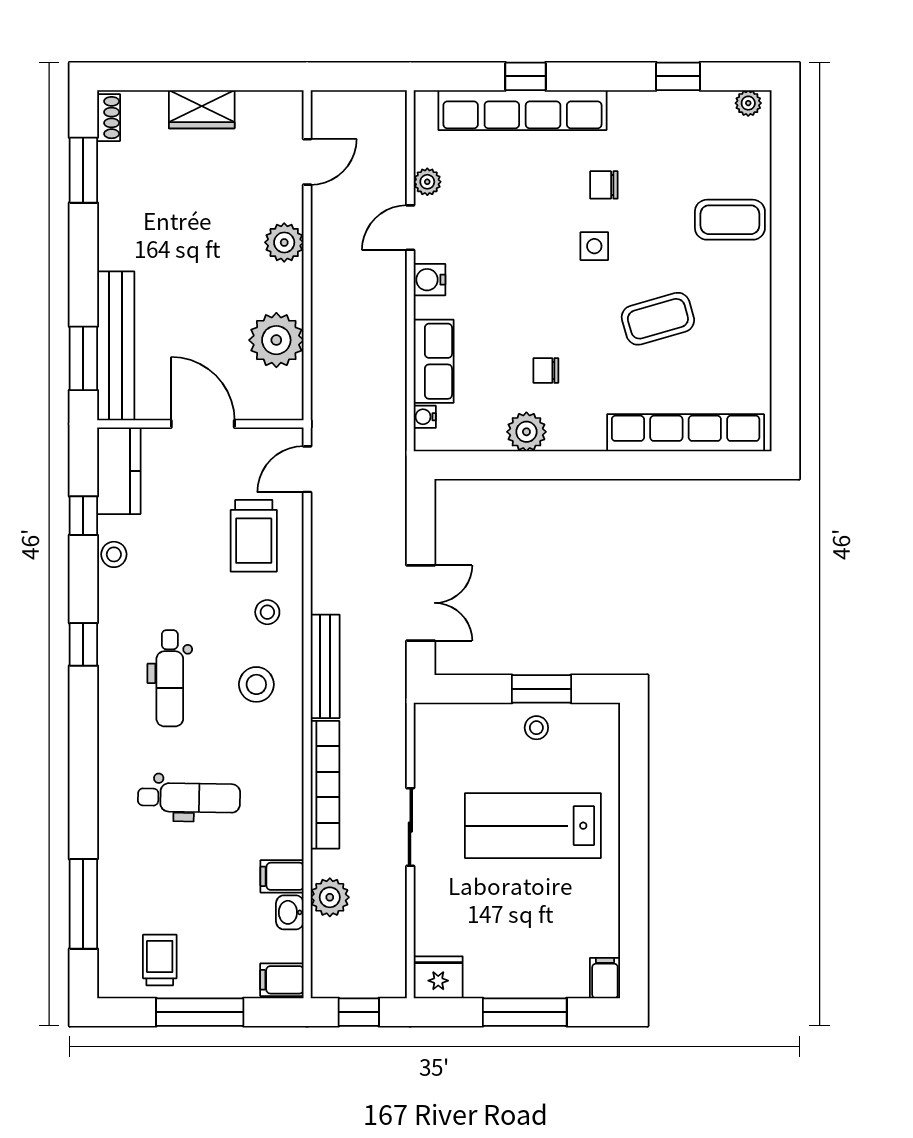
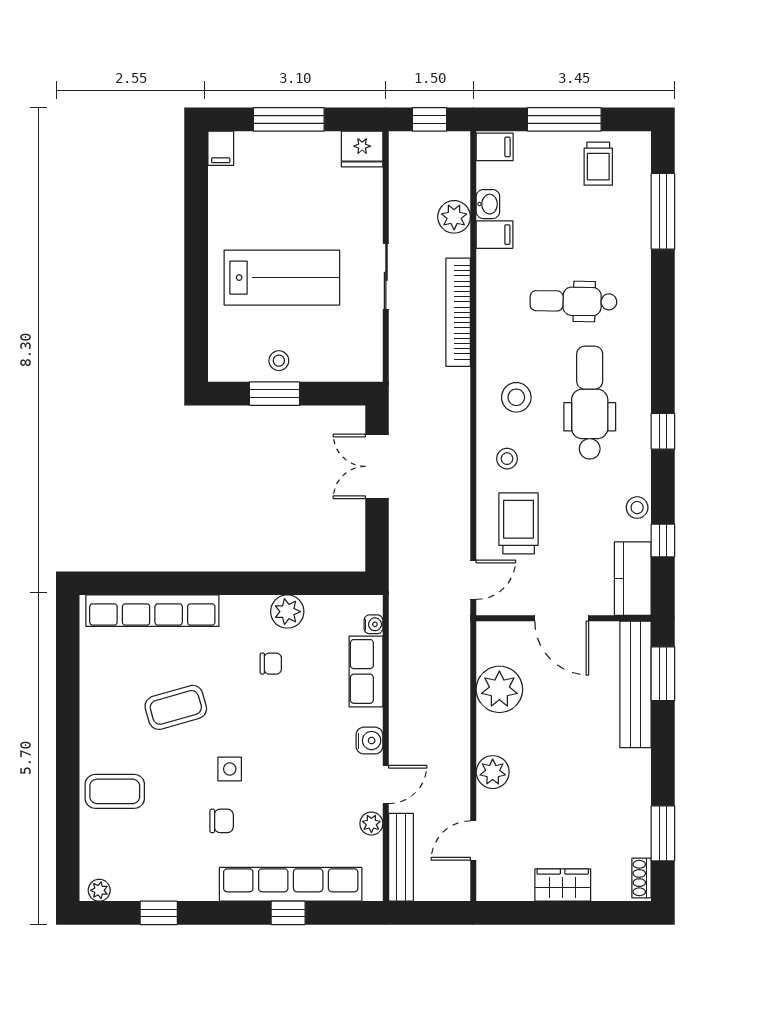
bench: (325, 666) -> (401, 857), moved
dental chair: (170, 678) -> (590, 403), width x1.36, depth x1.38

